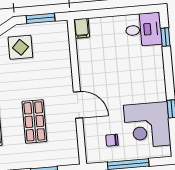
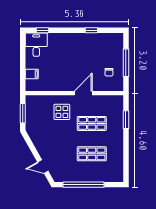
filing cabinet: (82, 28) -> (32, 74), moved
display table: (20, 47) -> (62, 112), moved
corner desk: (147, 125) -> (101, 48), removed

